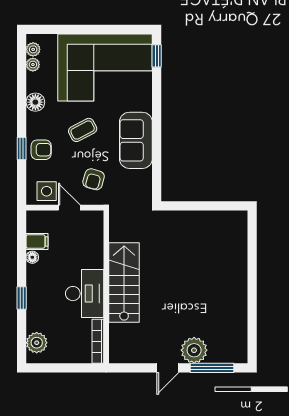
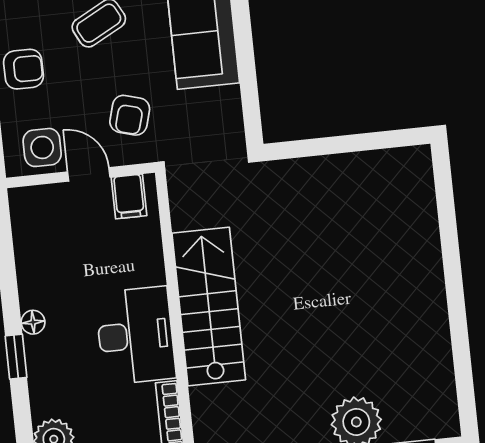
filing cabinet: (37, 241) -> (129, 196), moved, turned 90
floor lamp: (32, 257) -> (33, 322), moved

